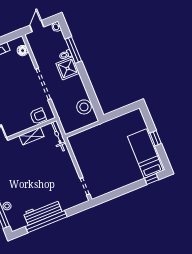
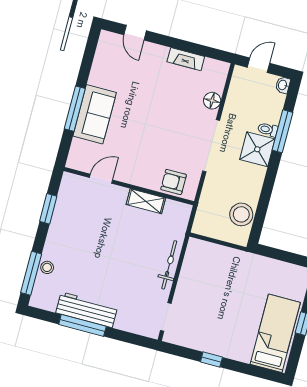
floor lamp: (23, 51) -> (212, 101), moved
armchair: (38, 116) -> (174, 182), turned 180
bicycle: (58, 137) -> (169, 265), moved
window: (152, 179) -> (211, 359), moved
window: (46, 222) -> (82, 325), width x0.68

